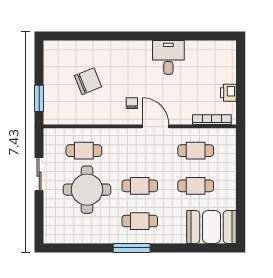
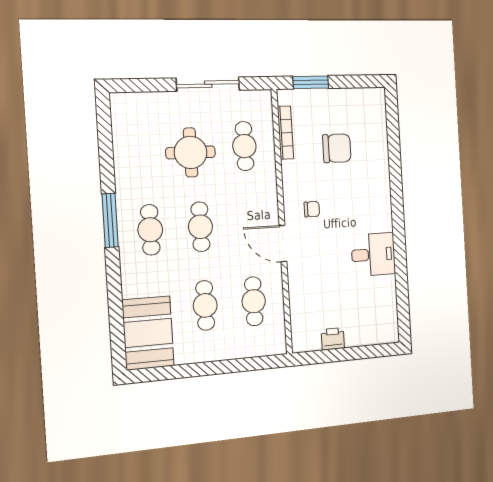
chair: (88, 81) -> (337, 148), turned -68
bookcase: (212, 120) -> (285, 133), moved
door: (156, 126) -> (283, 244), swing flipped
sliding door: (39, 174) -> (208, 84), width x1.37
round table: (87, 190) -> (191, 152), width x0.73, depth x0.73

